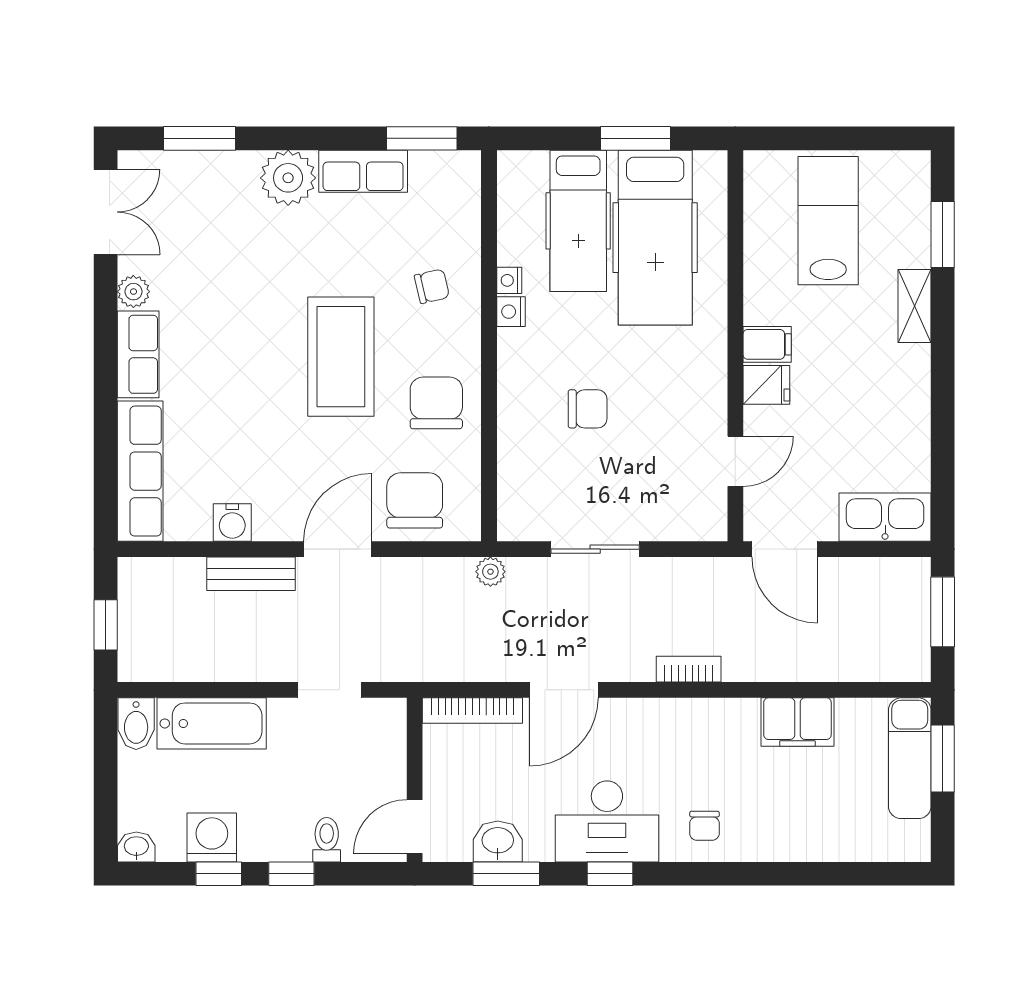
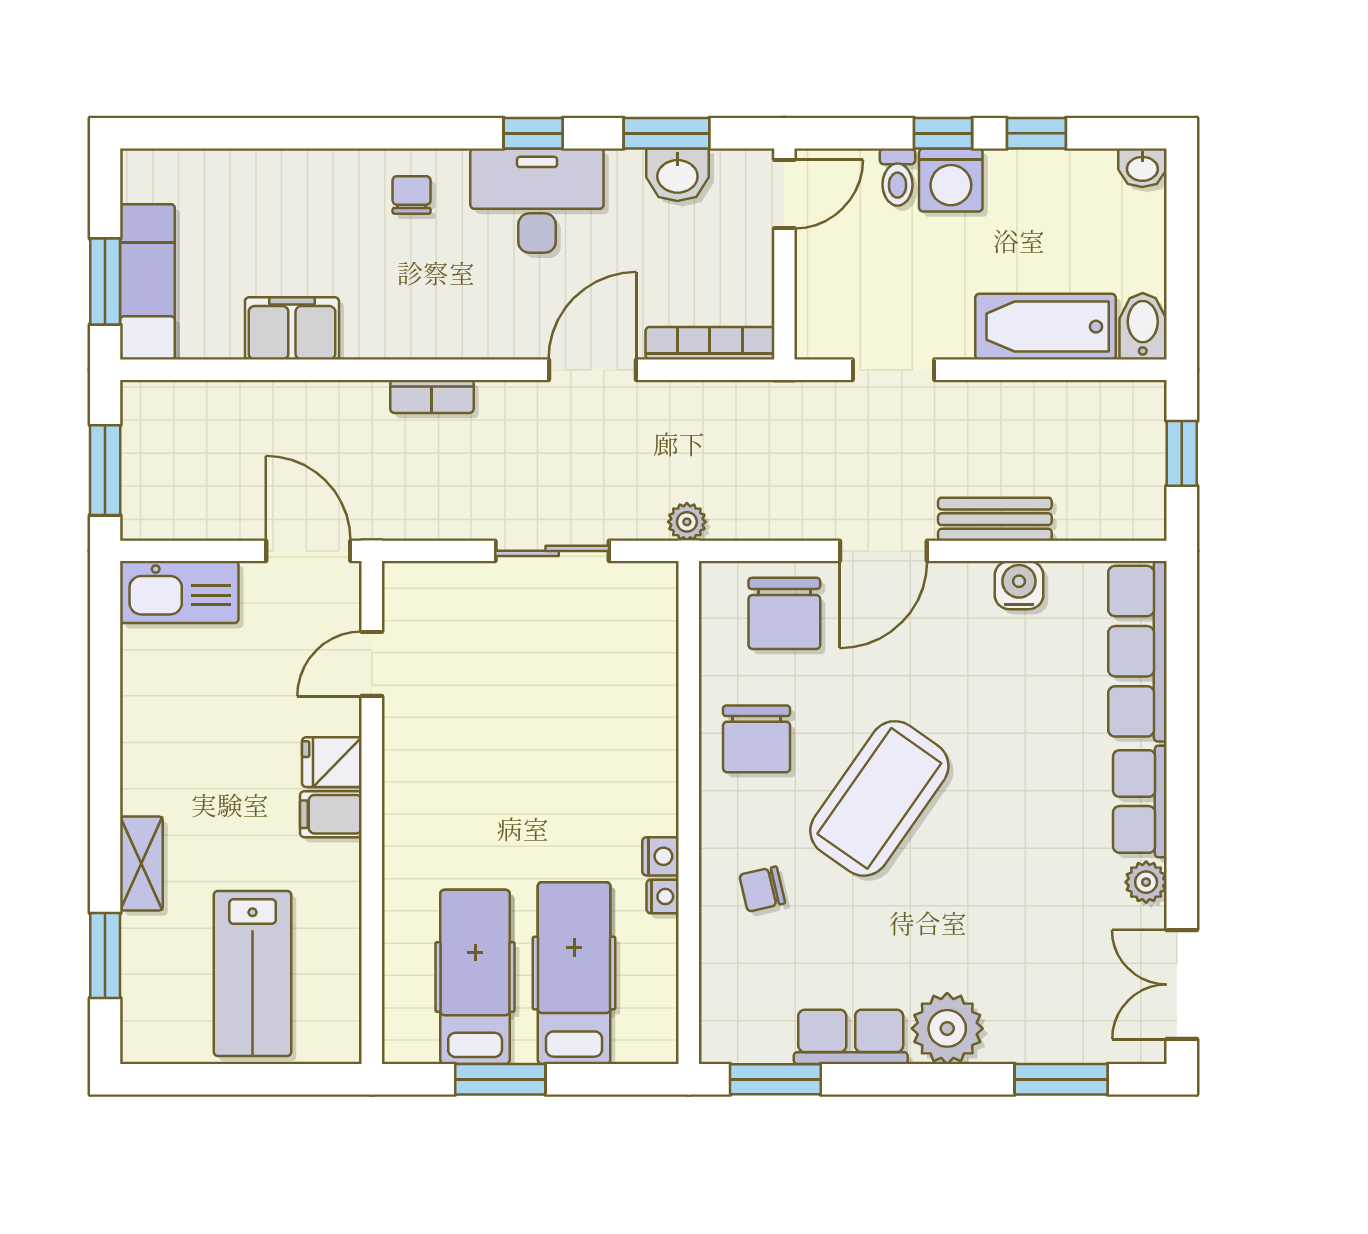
hospital bed: (655, 238) -> (475, 977), width x0.73, depth x0.78
coffee table: (341, 357) -> (879, 798), turned 35
chair: (588, 409) -> (562, 731), removed
washing machine: (212, 837) -> (951, 180), moved

